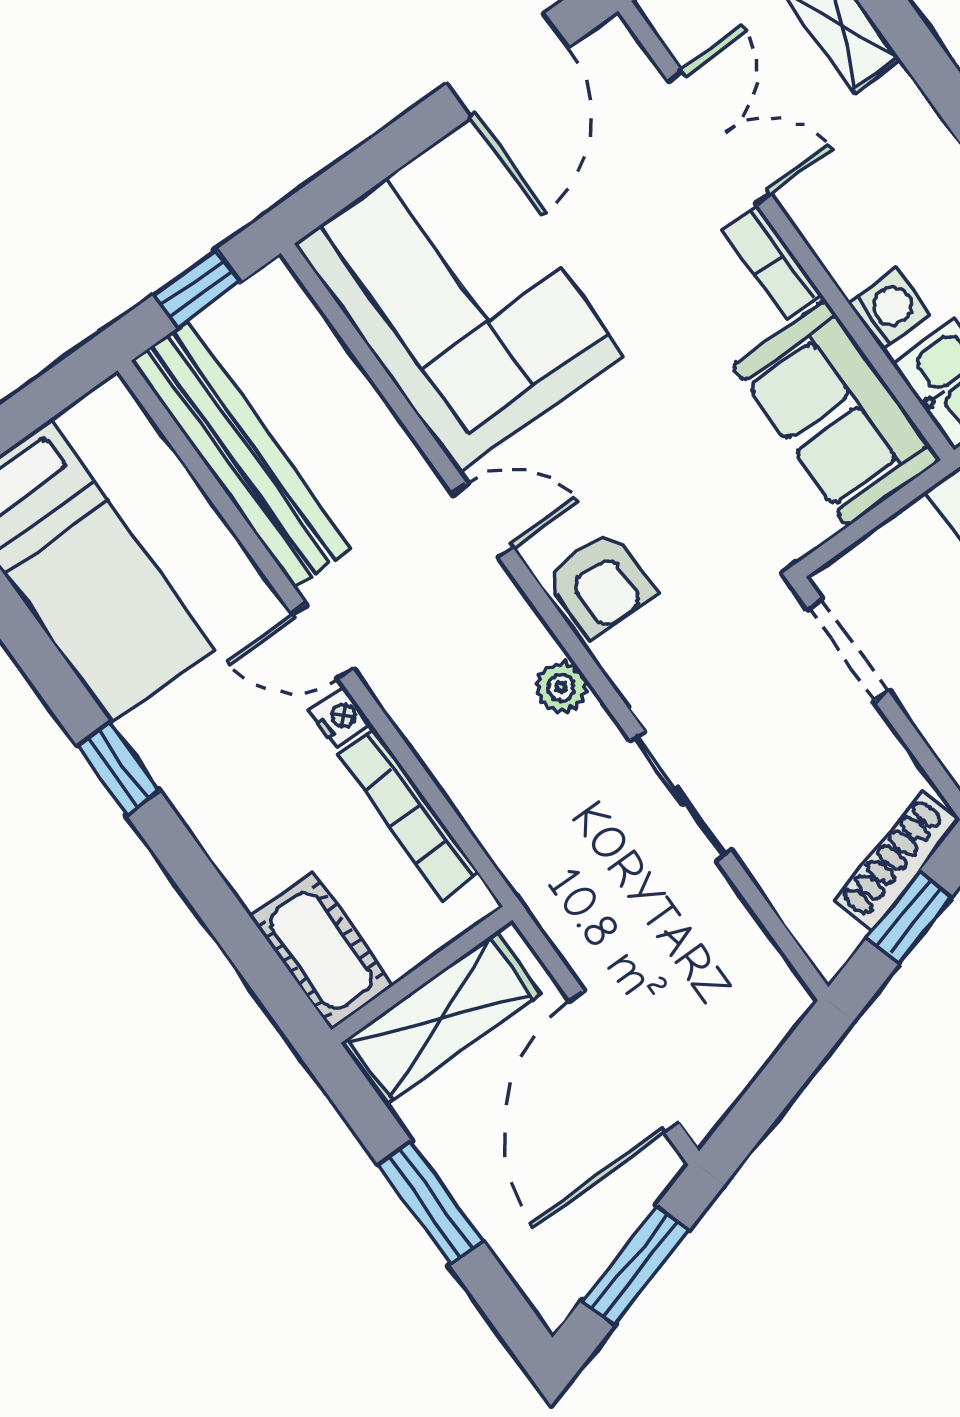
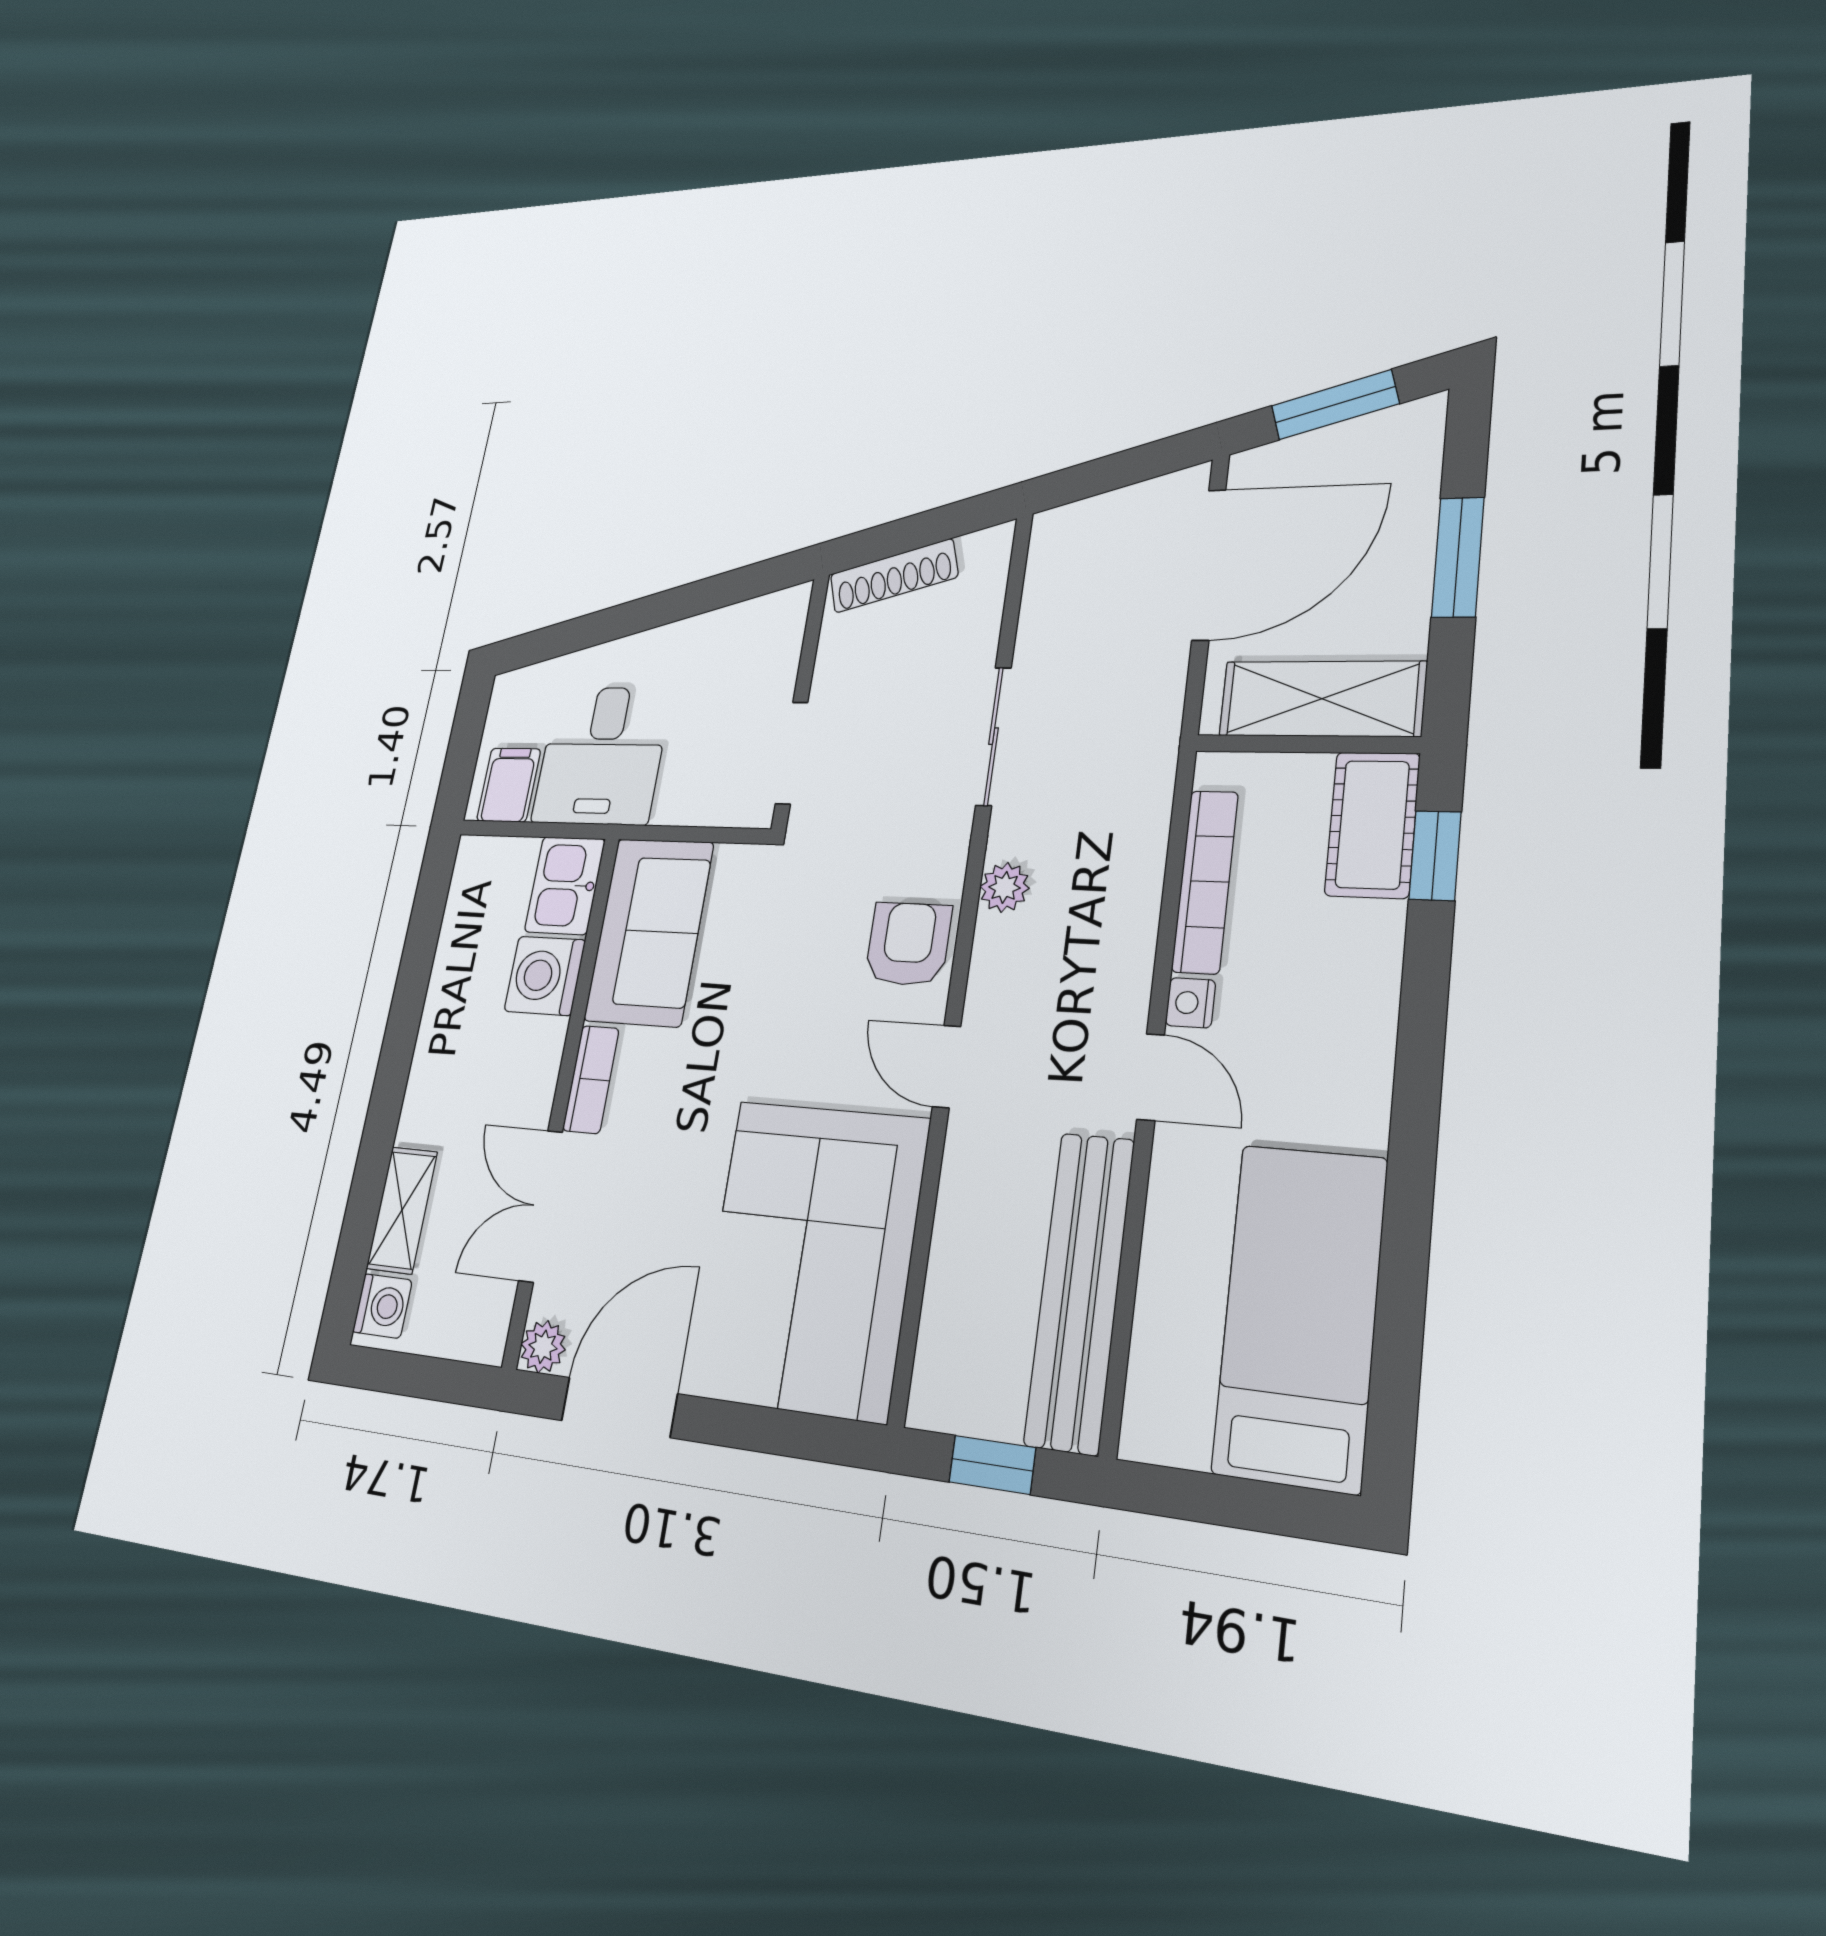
plant: (612, 46) -> (543, 1347), added
washing machine: (889, 309) -> (545, 976), width x1.38, depth x1.38
window: (118, 768) -> (1435, 856), moved
window: (909, 917) -> (920, 530), removed

